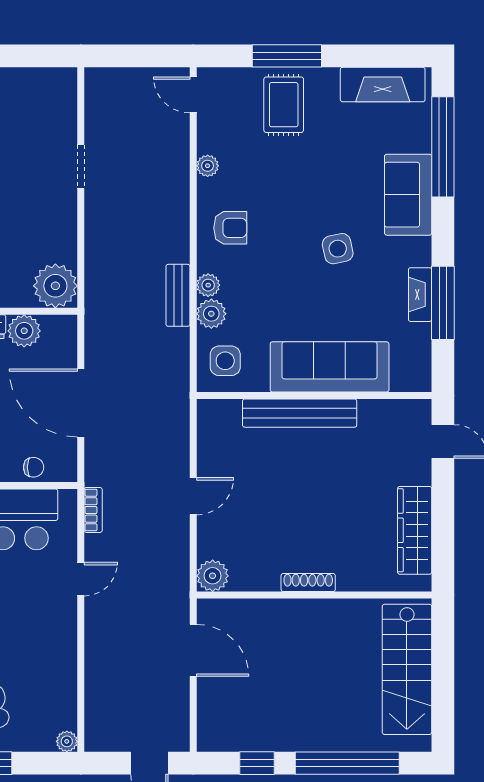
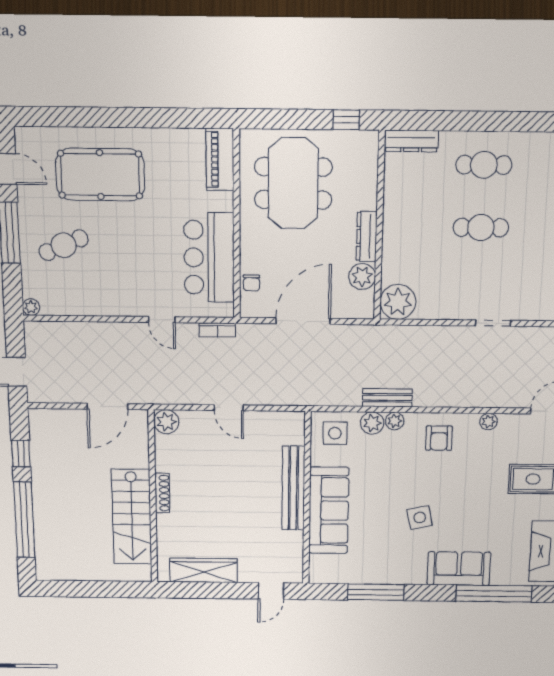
fireplace: (420, 295) -> (383, 576), removed
stairs: (407, 669) -> (132, 517), moved, turned -90

